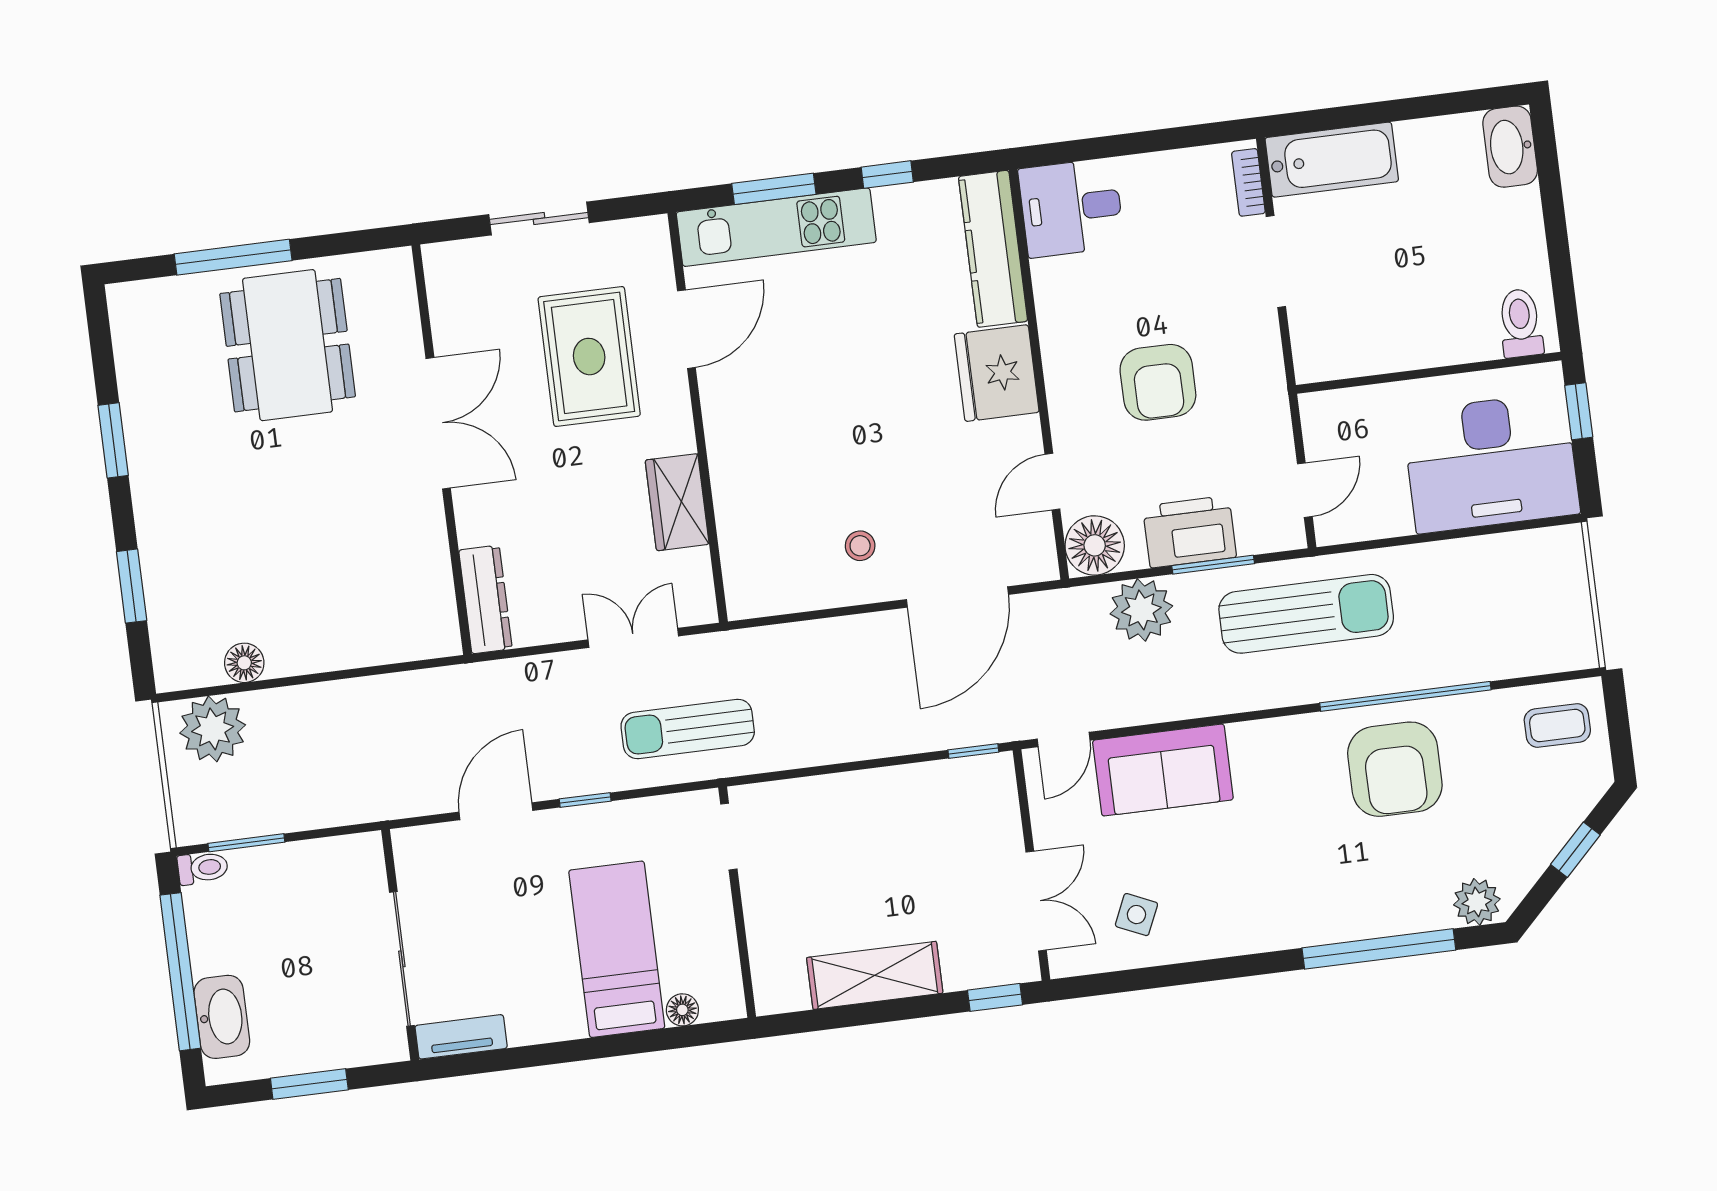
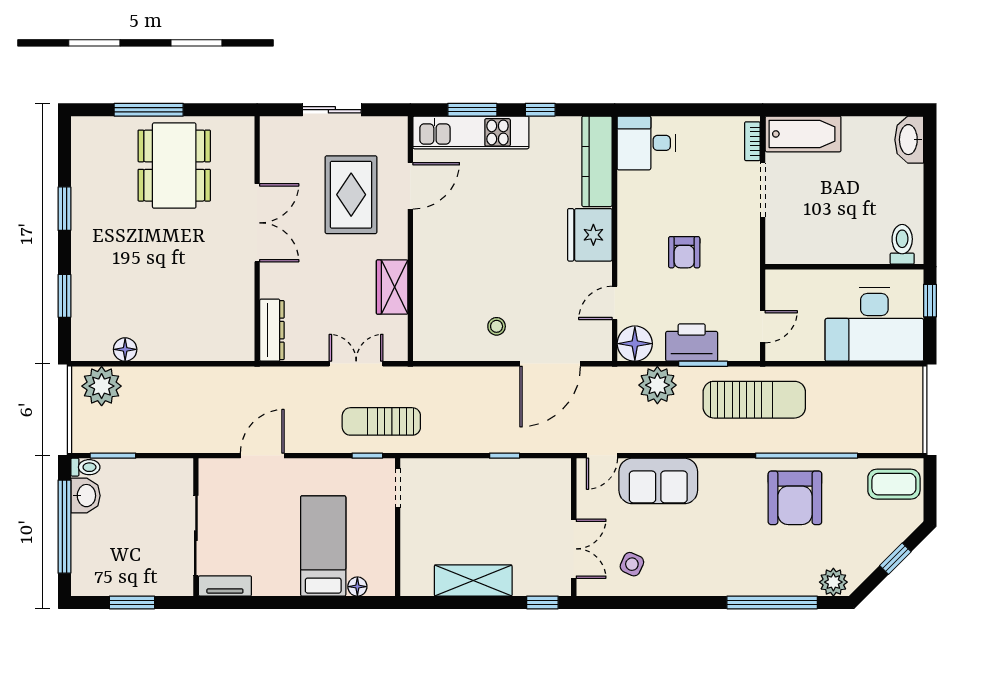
armchair: (1158, 382) -> (684, 252), width x0.72, depth x0.72
coffee table: (1557, 725) -> (894, 484), width x1.36, depth x1.30
window: (973, 751) -> (505, 456), moved
window: (585, 800) -> (367, 456), moved
washbasin: (222, 1017) -> (86, 496), moved, width x0.72

